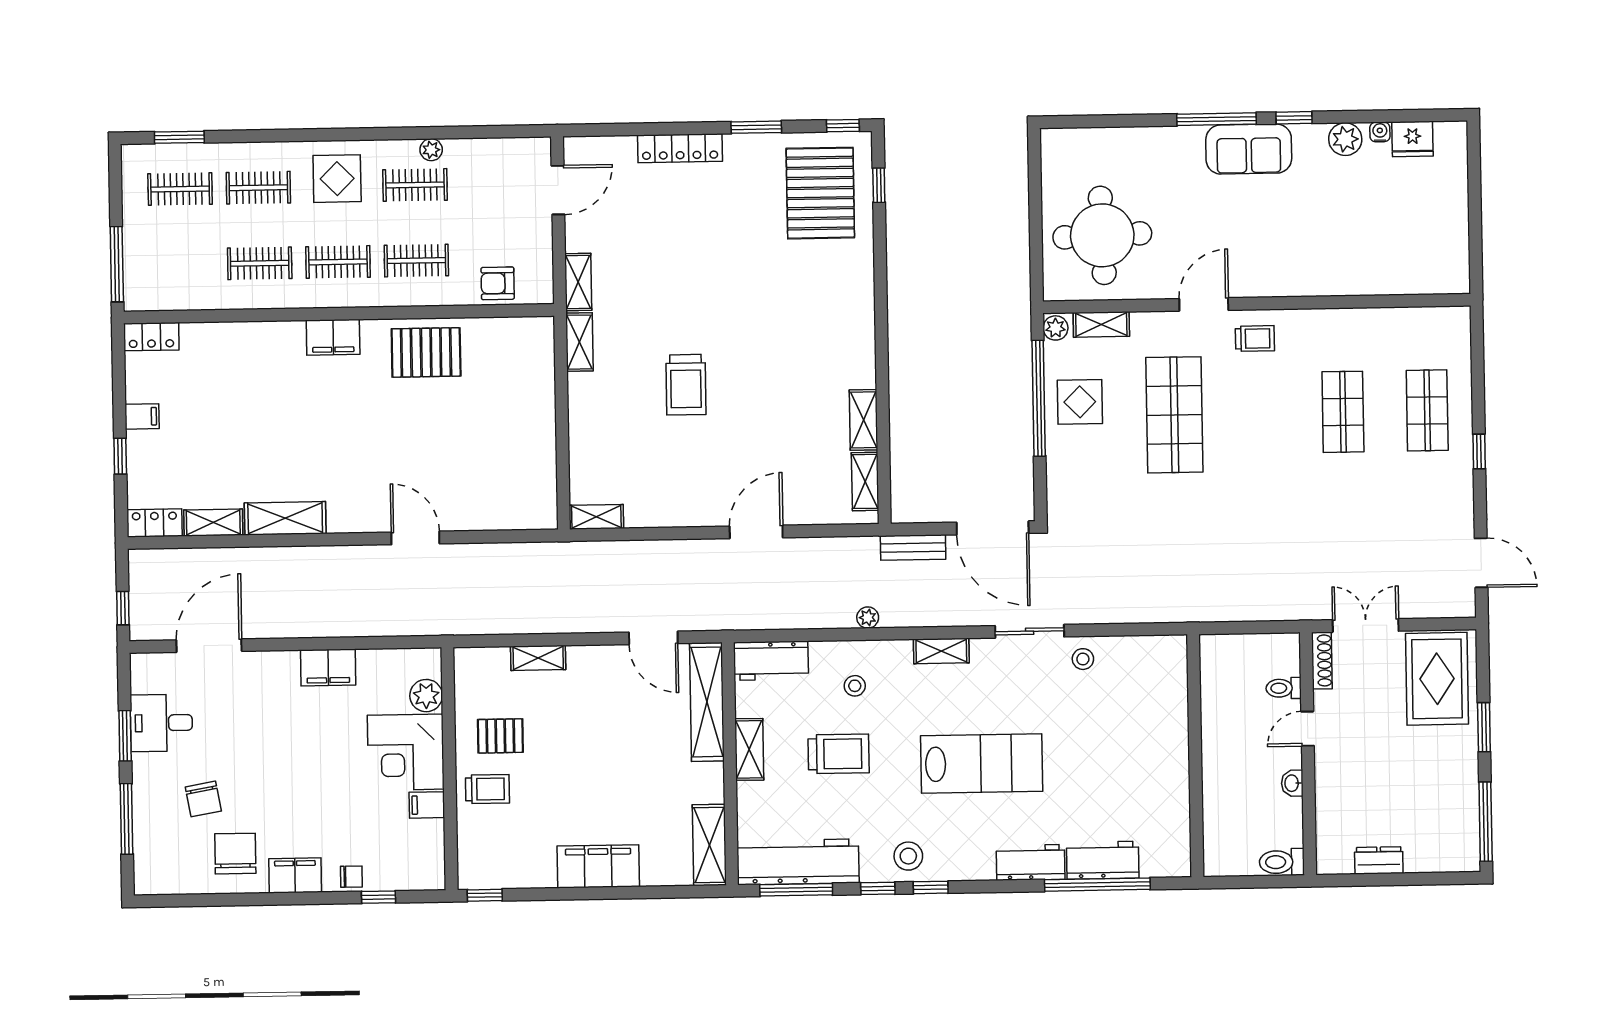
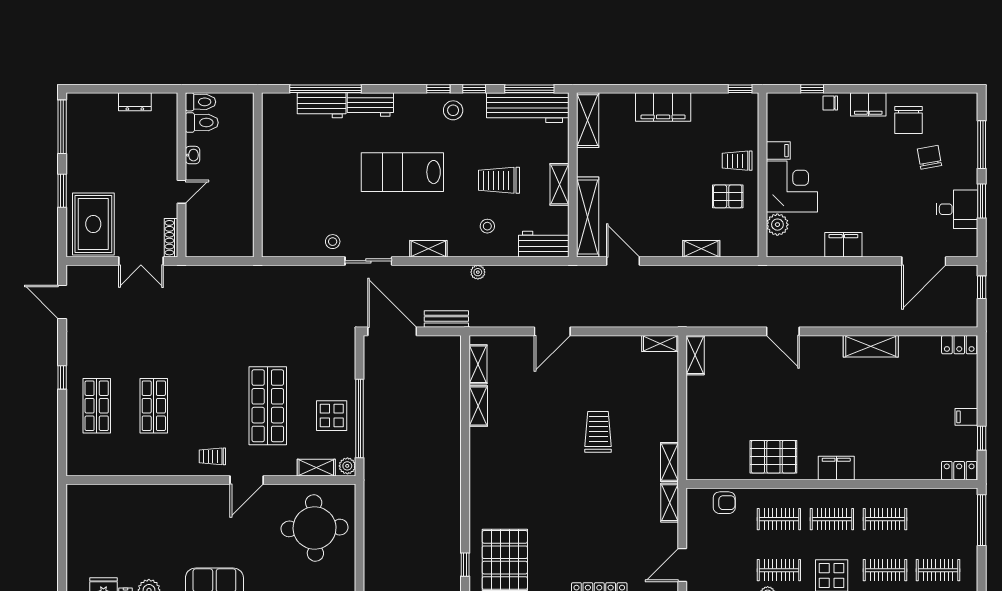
window: (120, 456) -> (982, 438), moved
shelving: (213, 523) -> (695, 355), moved, turned 90
toilet: (1284, 688) -> (202, 123), moved, width x1.37, depth x1.39

